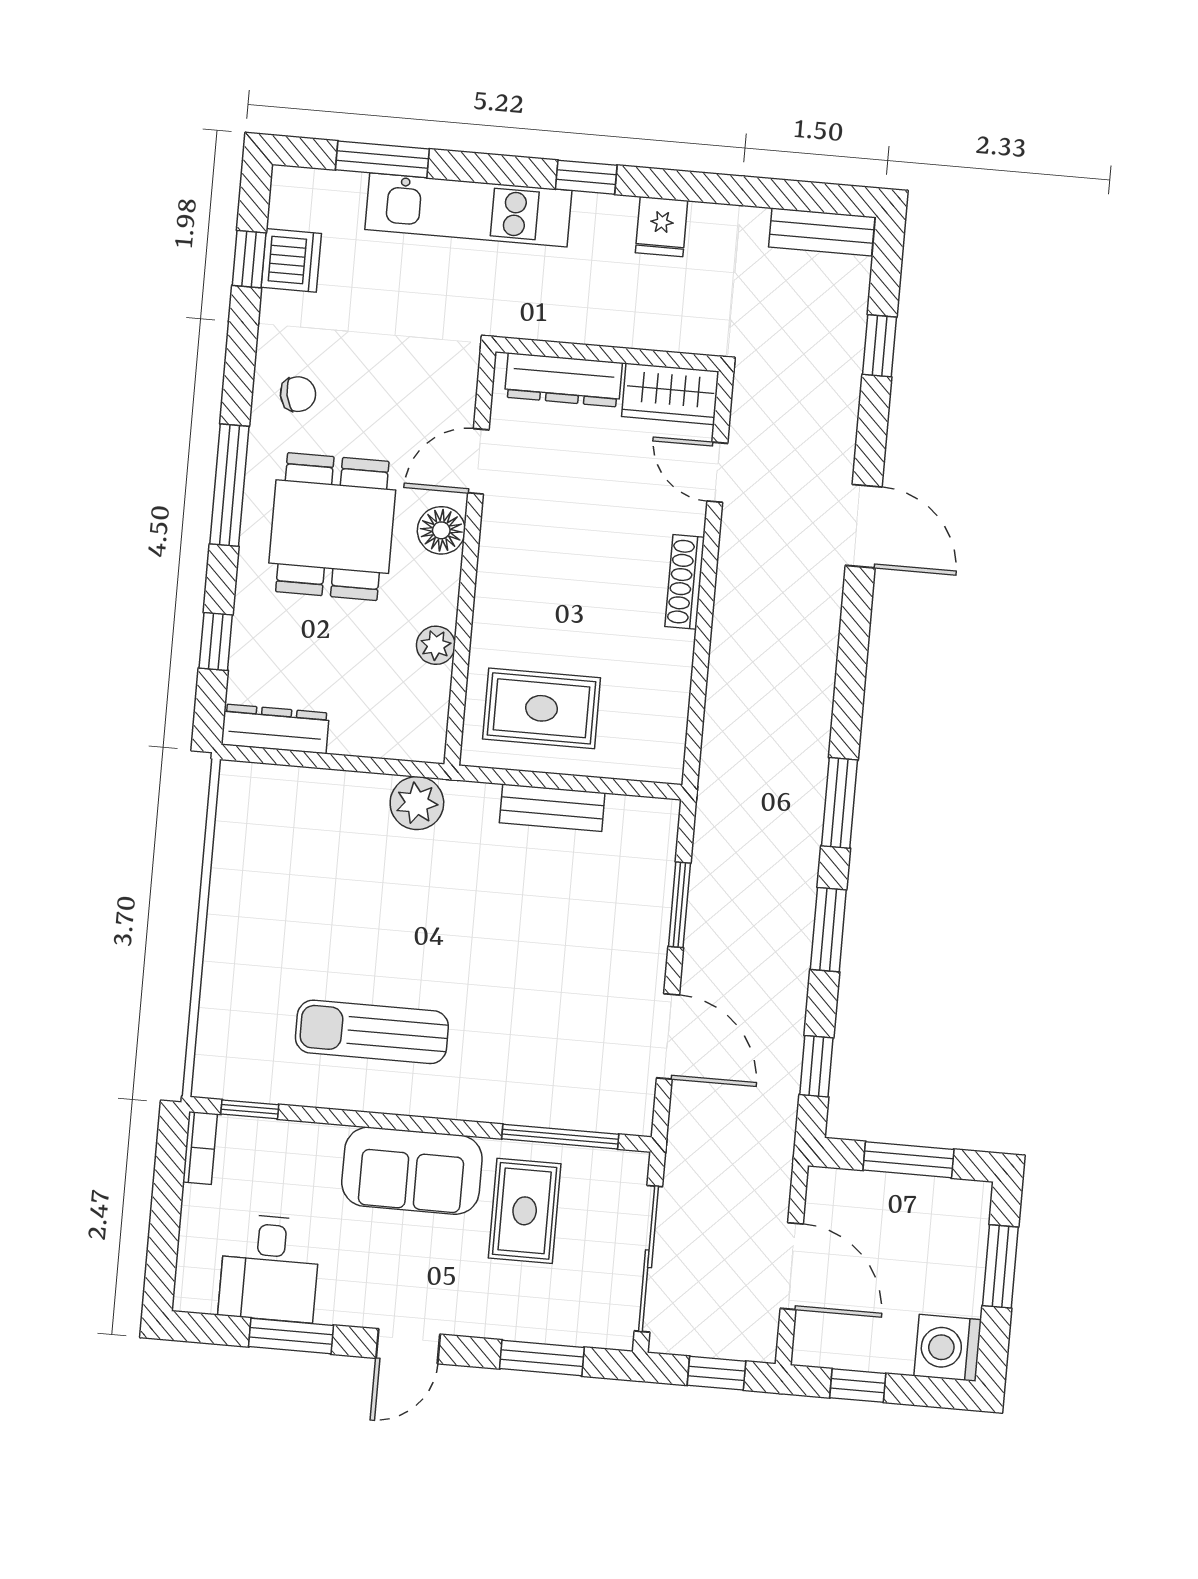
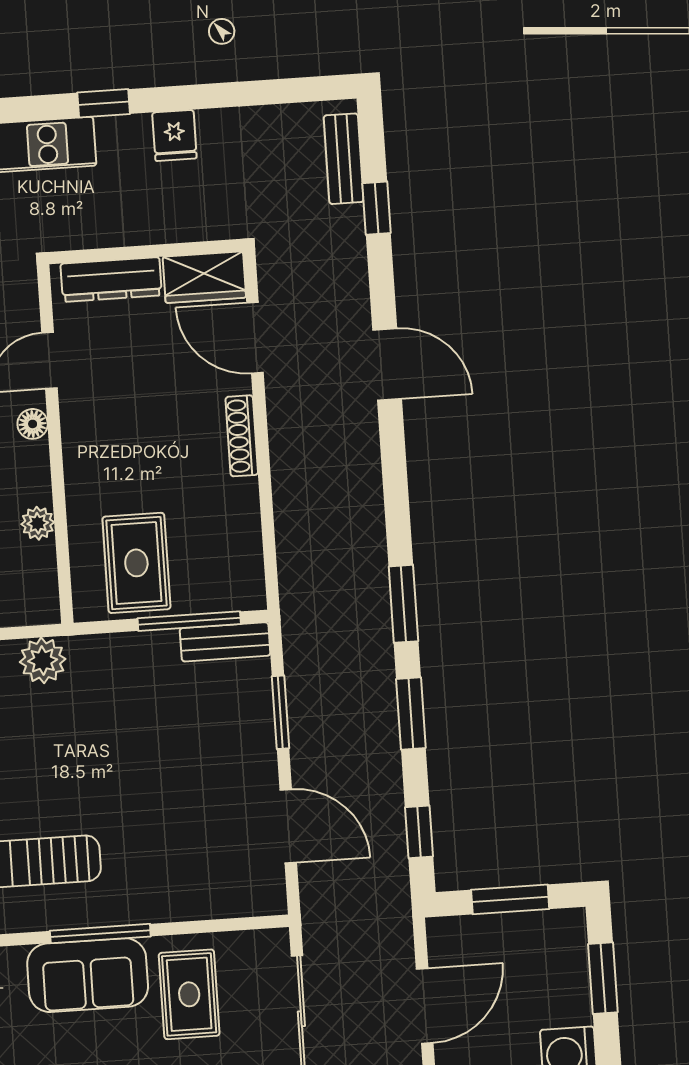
bench: (822, 232) -> (344, 159), moved, turned 90
door: (717, 472) -> (255, 338), width x1.38
floor lamp: (441, 530) -> (33, 424), width x0.73, depth x0.73
rug: (542, 708) -> (136, 563), turned 90
window: (591, 784) -> (189, 621), added
bench: (552, 808) -> (225, 642), moved
window: (560, 1137) -> (100, 934), moved
door: (792, 1266) -> (425, 1006), hinge flipped

